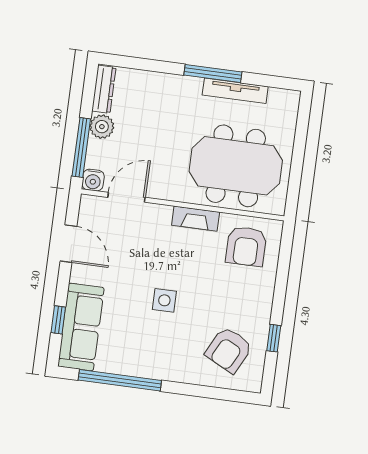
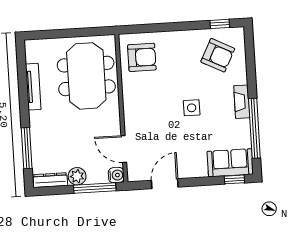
window: (213, 74) -> (27, 148), moved
fireplace: (196, 219) -> (242, 102), moved, turned 180
window: (58, 320) -> (234, 179), moved
sofa: (81, 327) -> (230, 163), width x0.73
window: (274, 338) -> (220, 24), moved

